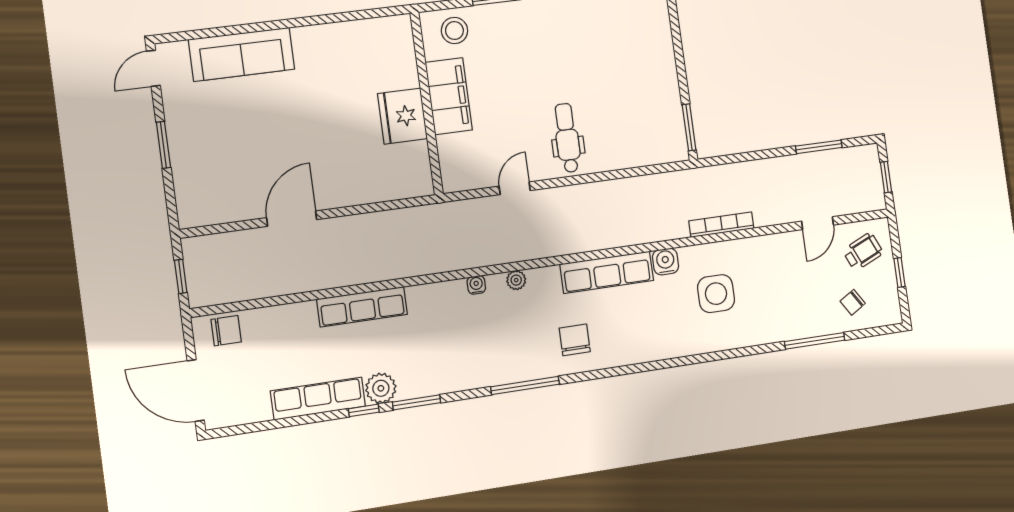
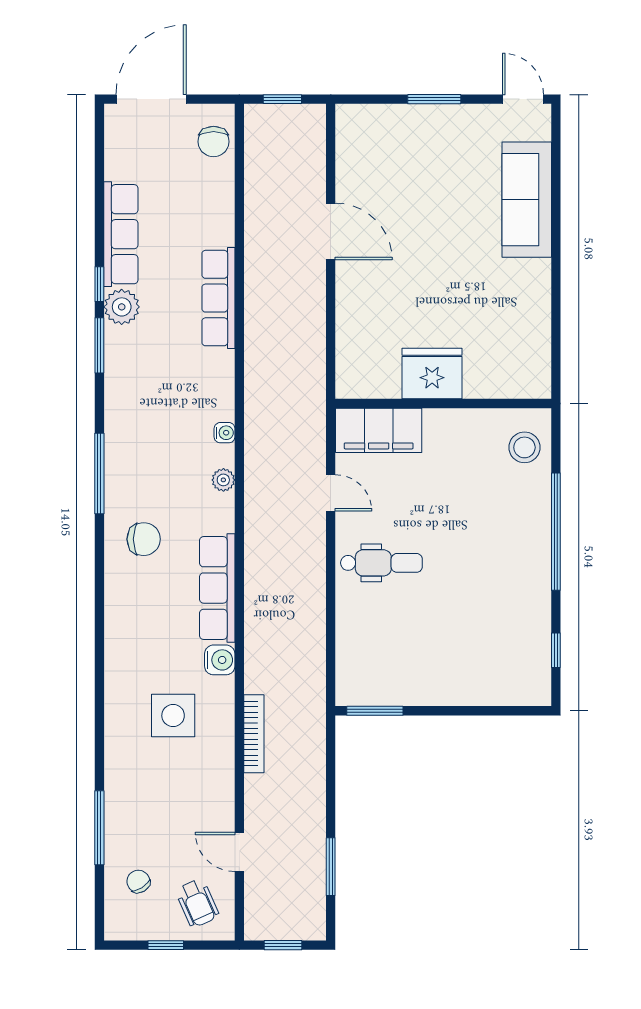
filing cabinet: (449, 96) -> (379, 430), moved

